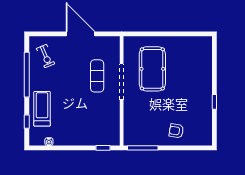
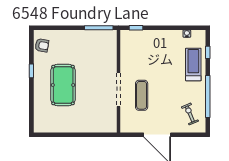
pool table: (152, 69) -> (63, 85), moved
treadmill: (42, 109) -> (193, 64), turned 180
armchair: (176, 131) -> (42, 45), moved

